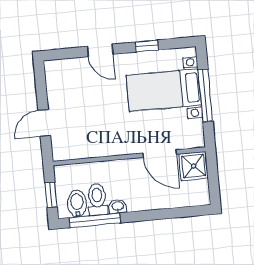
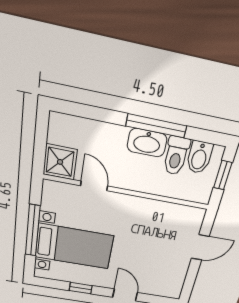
door: (160, 154) -> (94, 186), width x0.73
washbasin: (118, 206) -> (147, 143), width x1.91, depth x1.45
window: (95, 220) -> (156, 126), moved

